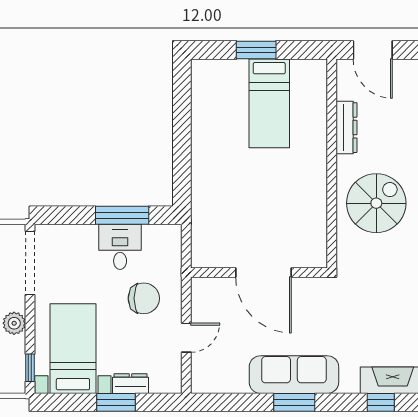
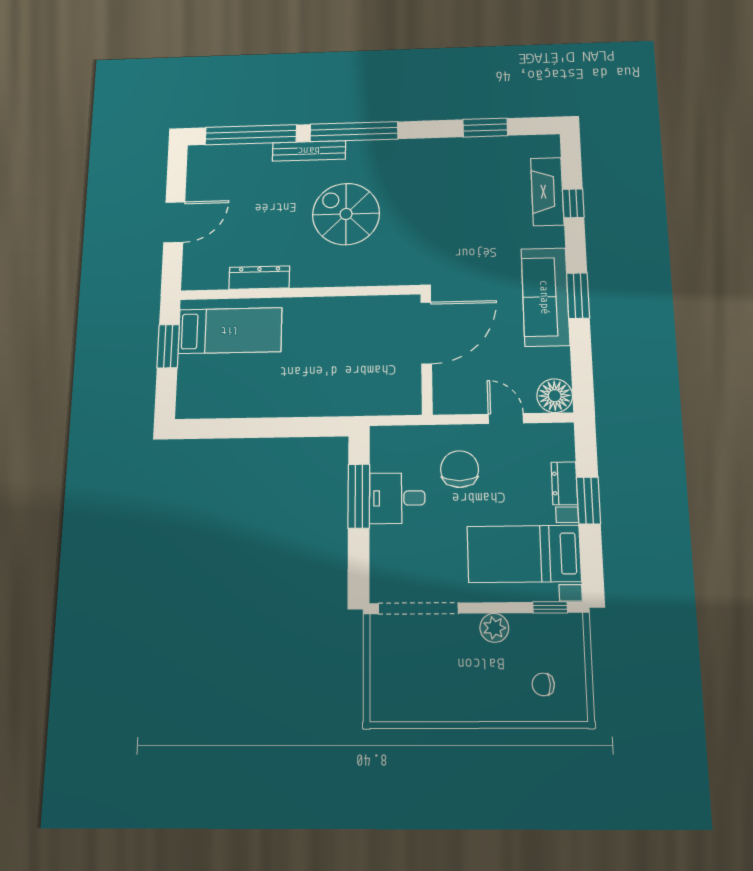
dresser: (346, 128) -> (259, 278), moved
wall: (332, 163) -> (300, 292), moved
floor lamp: (205, 379) -> (555, 396), added

